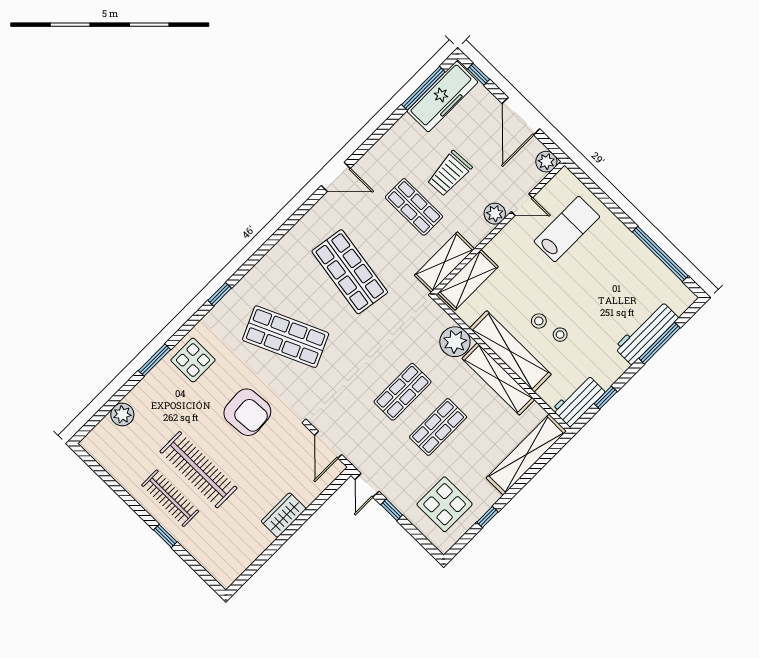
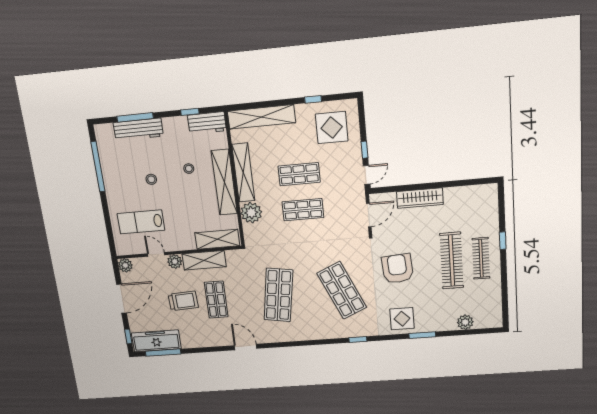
shelving: (444, 262) -> (204, 260), moved
stool: (539, 321) -> (151, 179), moved
wardrobe: (284, 515) -> (420, 198), width x1.50

